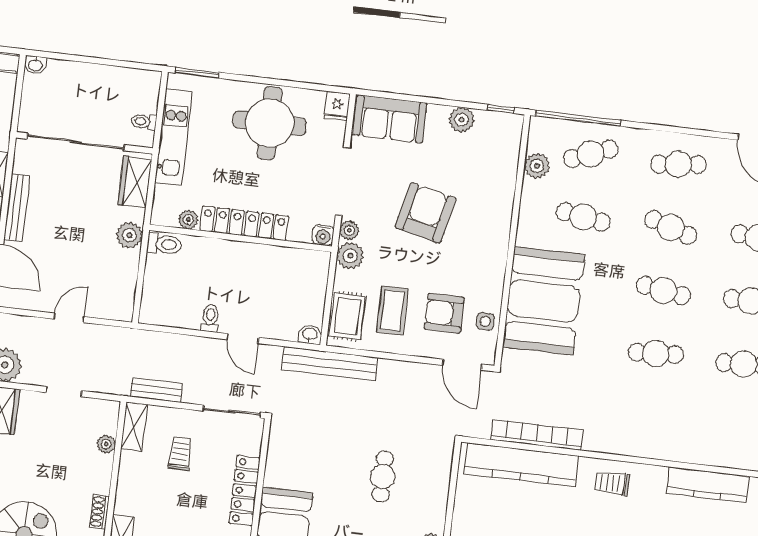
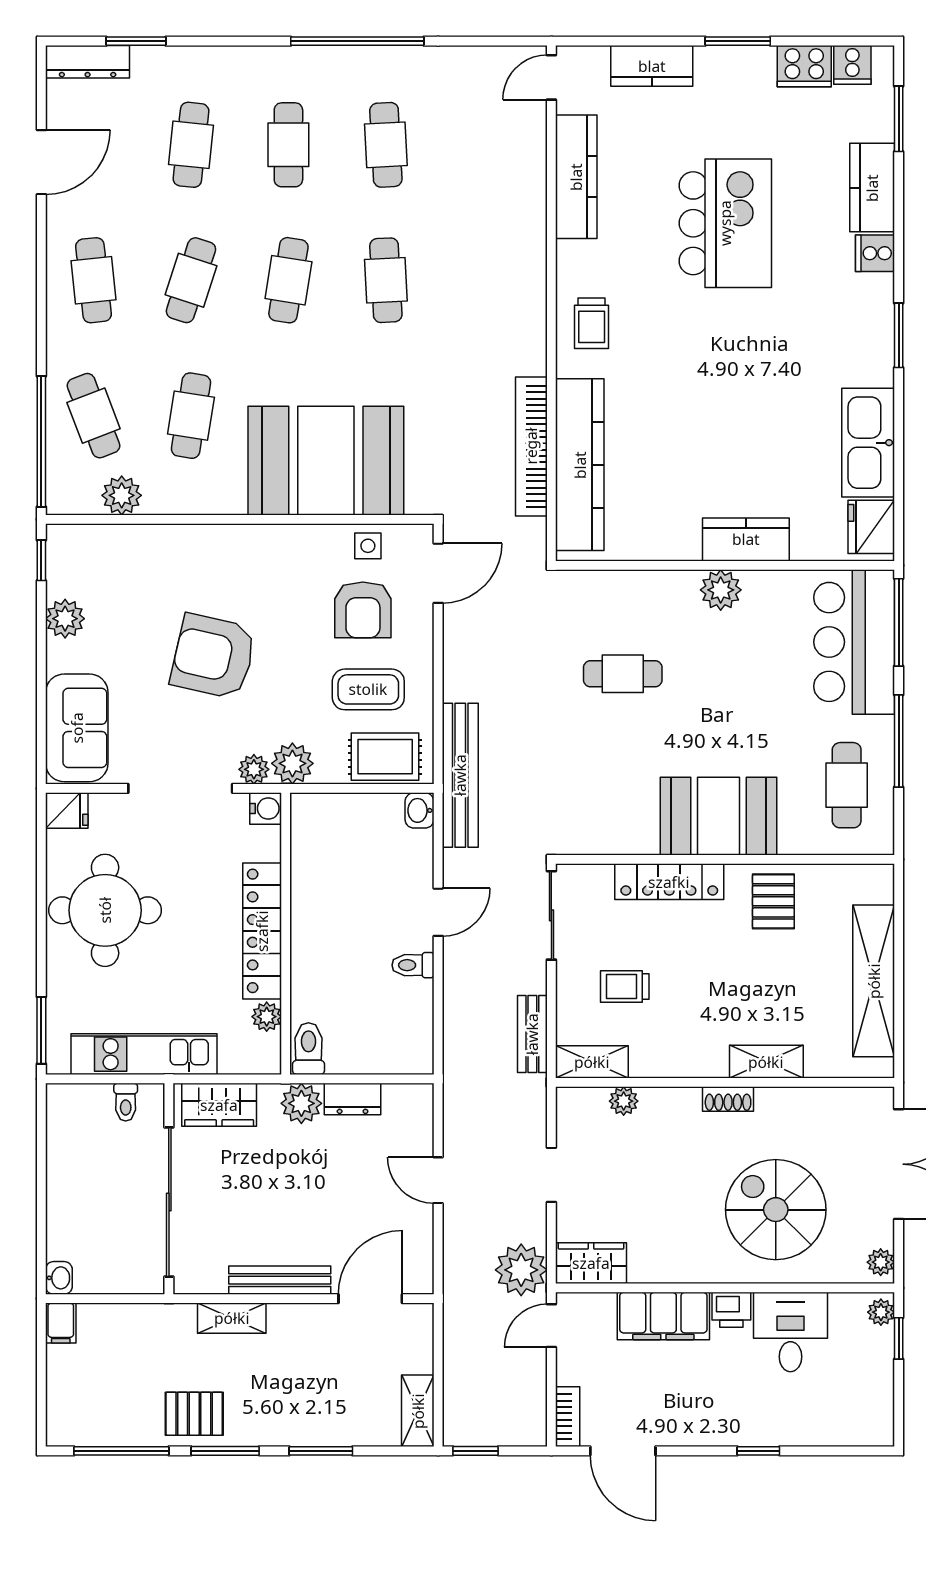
dresser: (128, 269) -> (353, 1099), added

